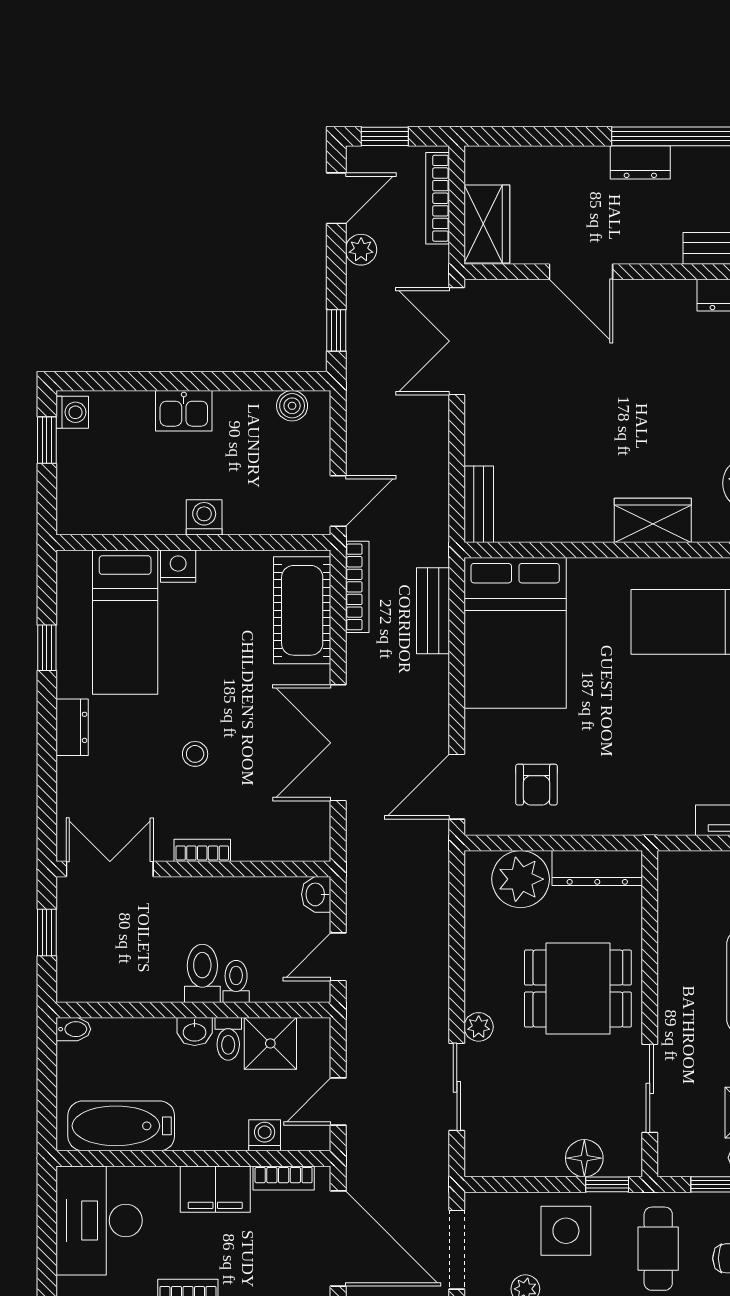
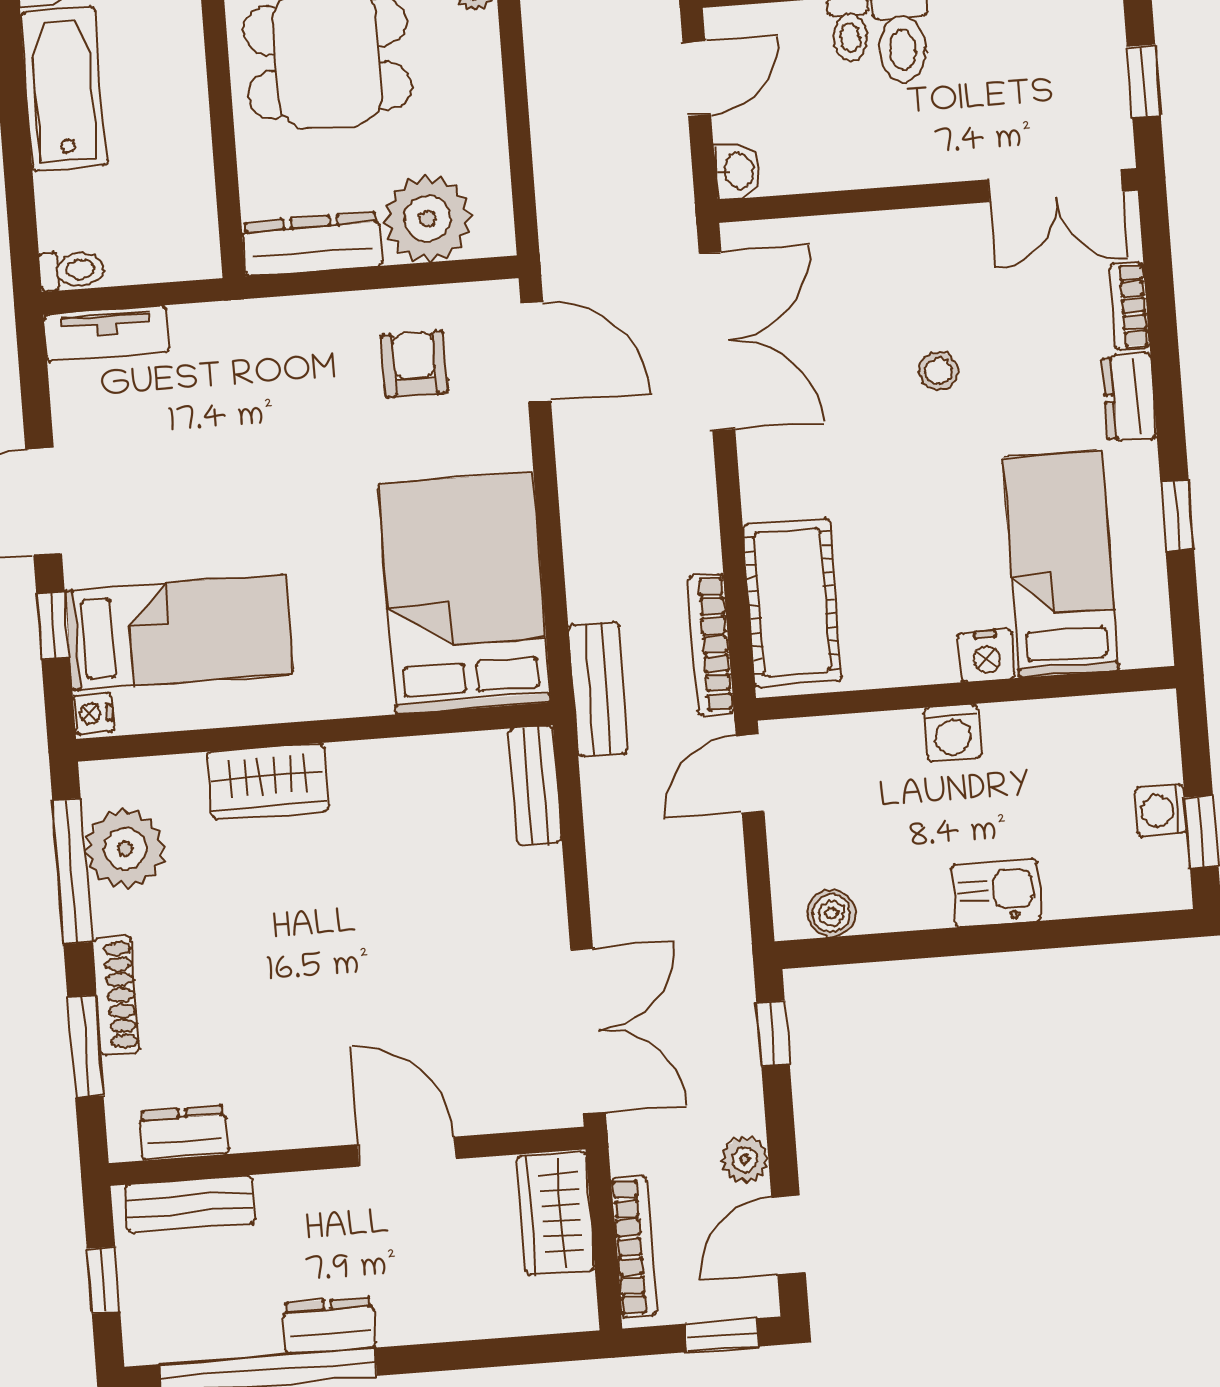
washing machine: (72, 412) -> (1161, 811), moved
bench: (433, 611) -> (598, 689), moved
double door: (338, 743) -> (717, 341), moved
door: (457, 787) -> (536, 352), hinge flipped
bookcase: (202, 850) -> (1129, 306), moved, turned 90

